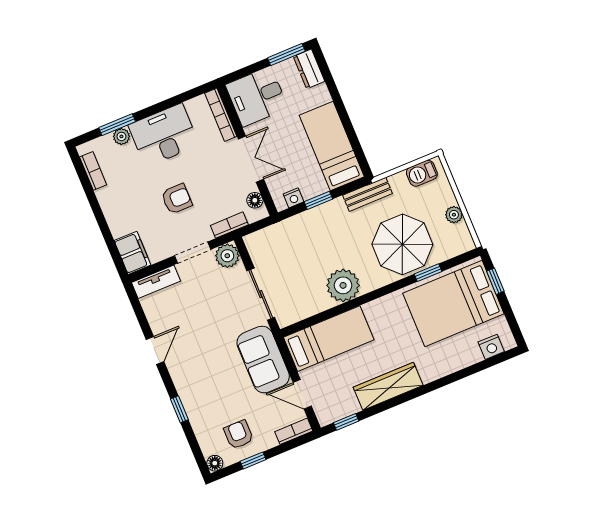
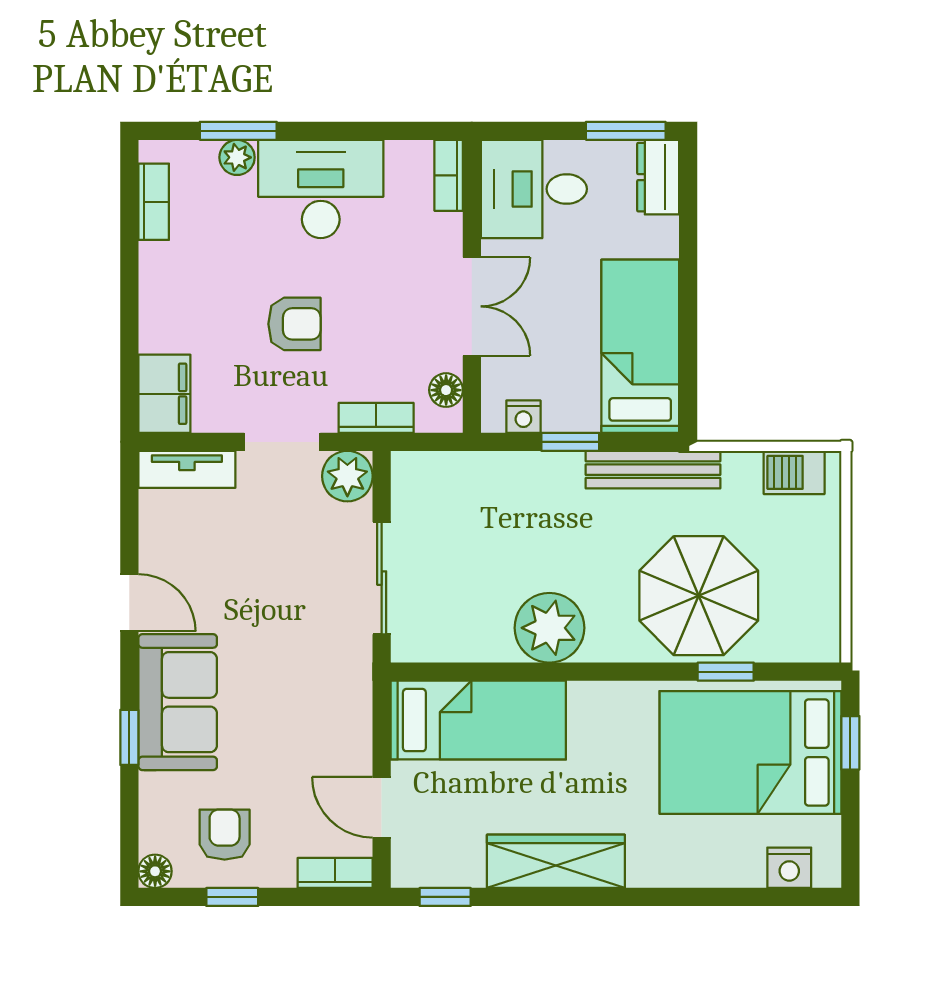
bookcase: (221, 115) -> (449, 175), width x0.64
bench: (368, 194) -> (653, 470), width x1.36
plant: (454, 215) -> (823, 579), removed
door: (155, 351) -> (129, 603), hinge flipped
sofa: (263, 360) -> (178, 702), moved, turned 180

